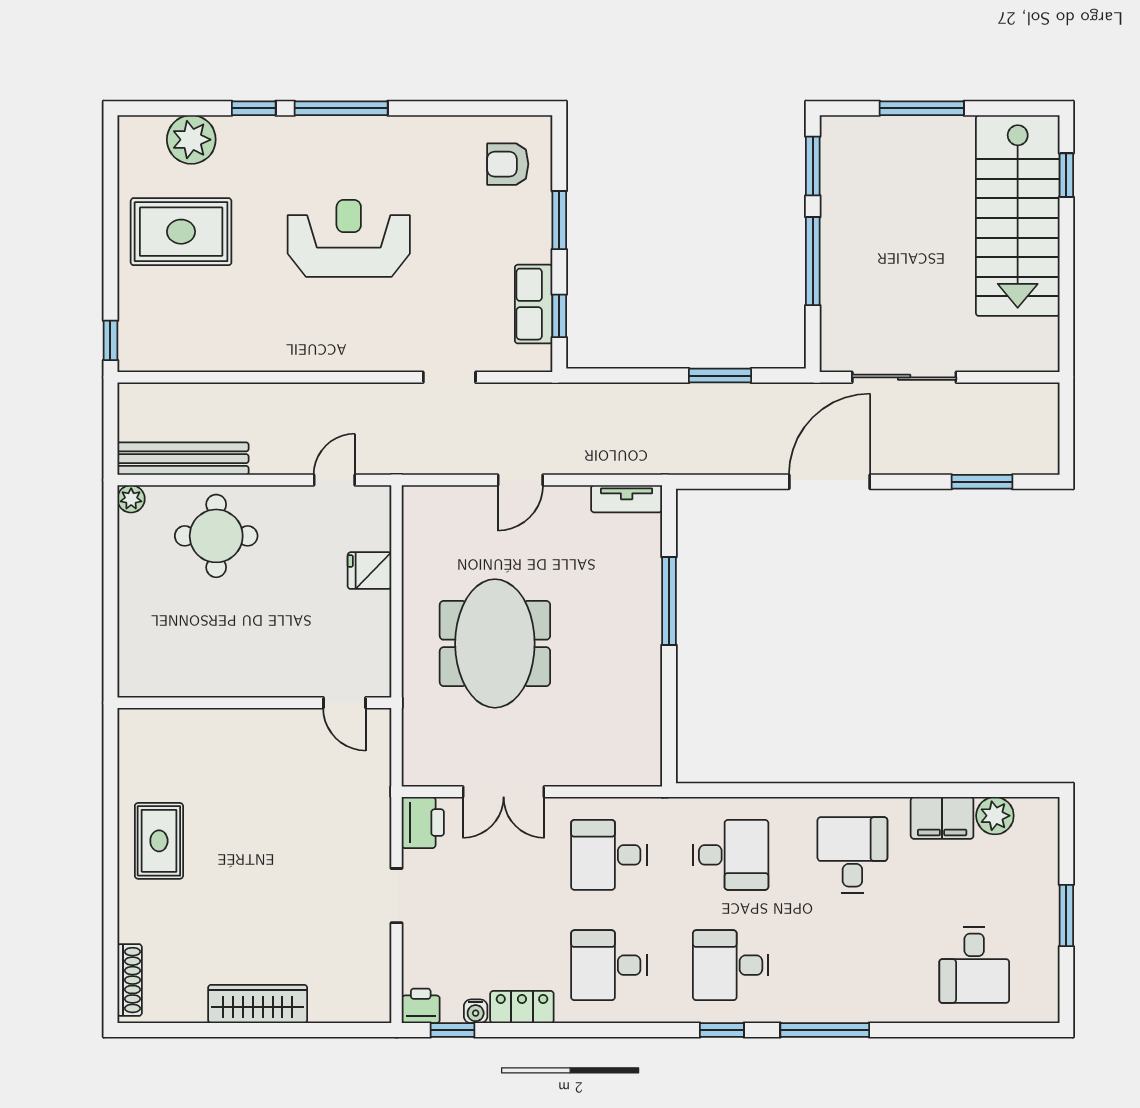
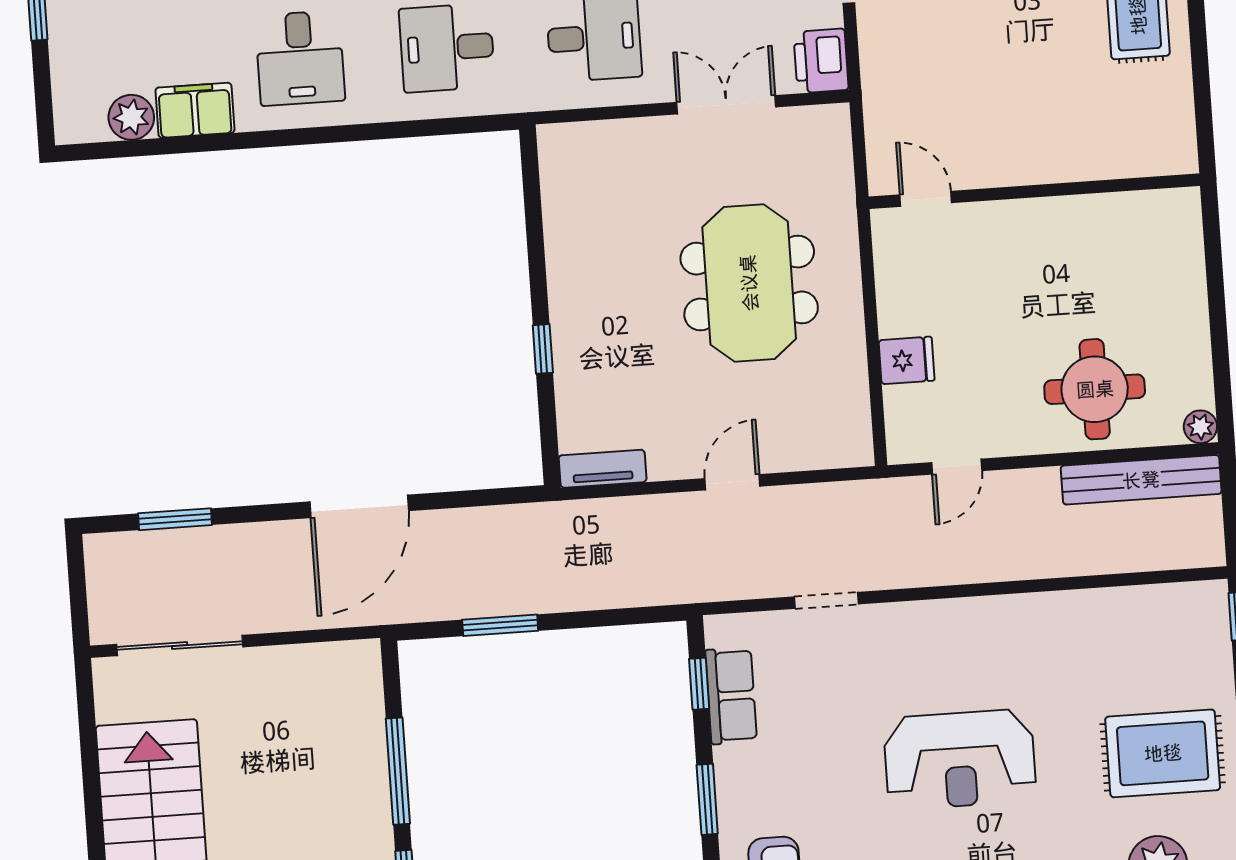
sliding door: (904, 377) -> (180, 646), moved
window: (669, 601) -> (543, 349), width x0.46

